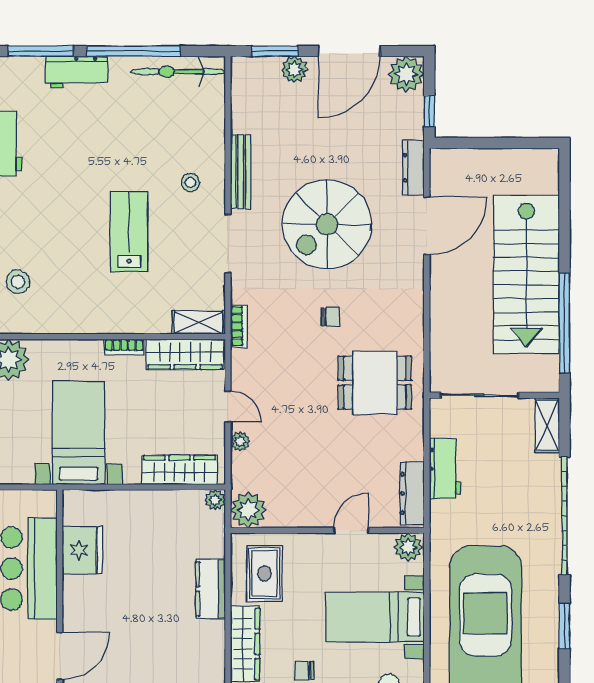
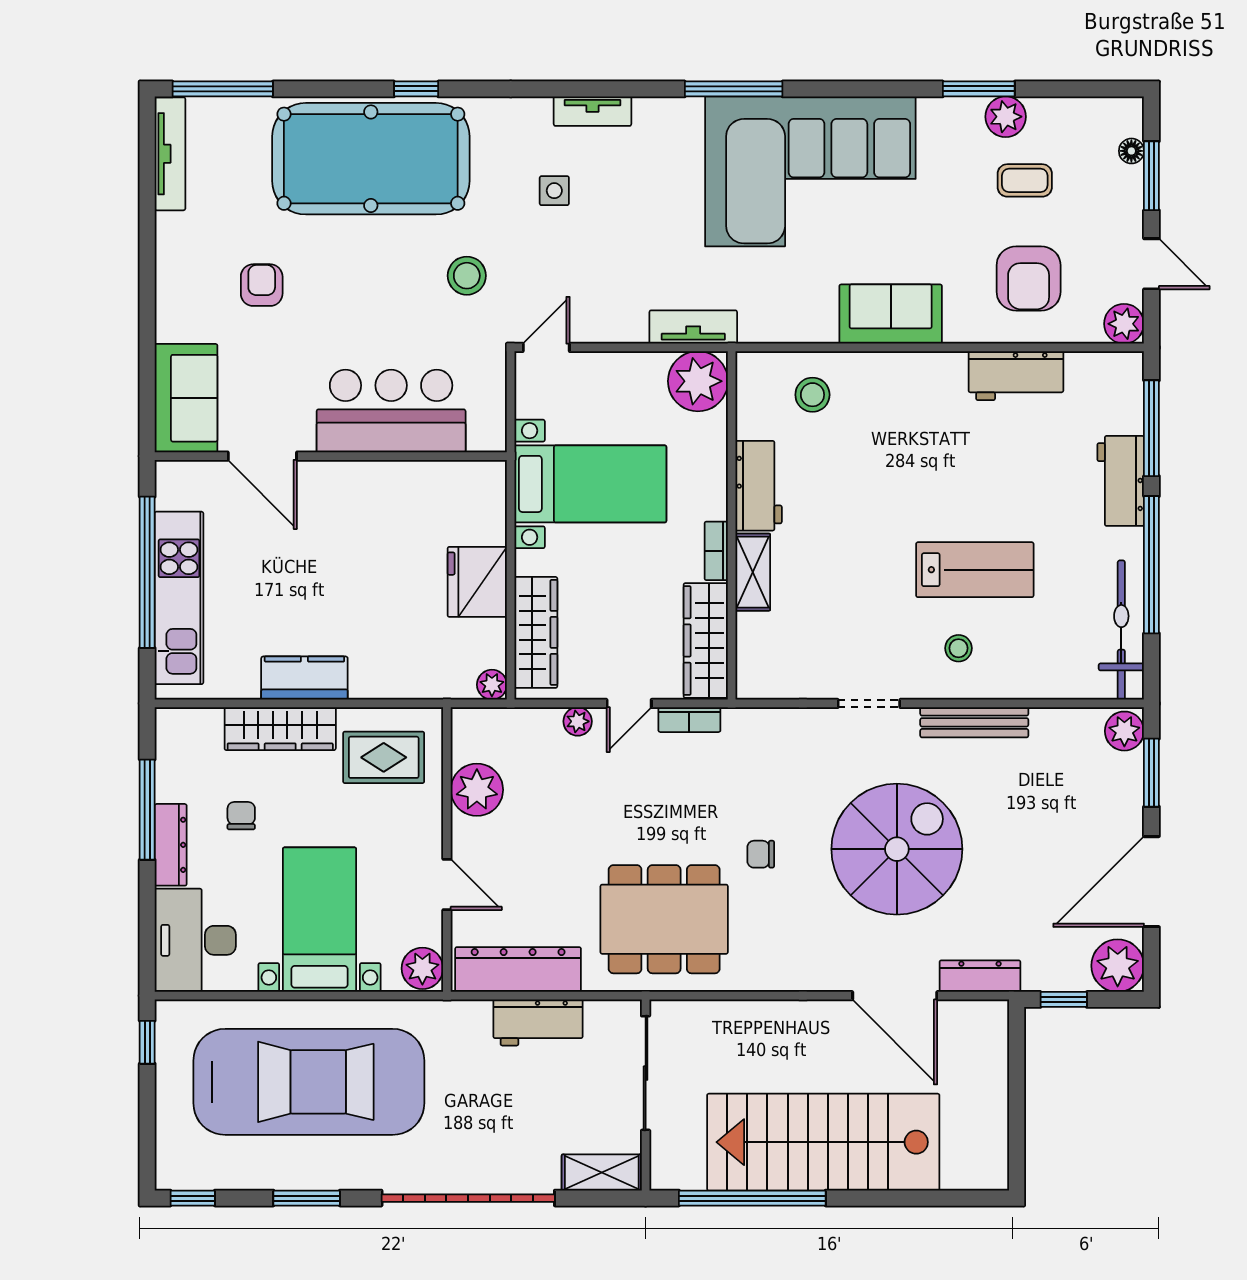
door: (349, 51) -> (1151, 882), hinge flipped
plant: (295, 70) -> (1124, 731), moved
spiral stairs: (327, 224) -> (897, 849), turned 90
lab bench: (129, 232) -> (975, 570), moved
doorway: (228, 243) -> (869, 703), width x0.73
chair: (330, 317) -> (761, 854), turned 90
workbench: (80, 318) -> (759, 486), added
shelving: (198, 322) -> (753, 572), moved
bookcase: (239, 326) -> (689, 720), moved
dining table: (375, 383) -> (664, 919), width x1.37
dresser: (412, 493) -> (518, 970), width x1.37, depth x1.24
plant: (248, 510) -> (477, 790), moved
fridge: (82, 550) -> (477, 582), moved, turned 90
kitchen counter: (211, 589) -> (304, 678), moved

